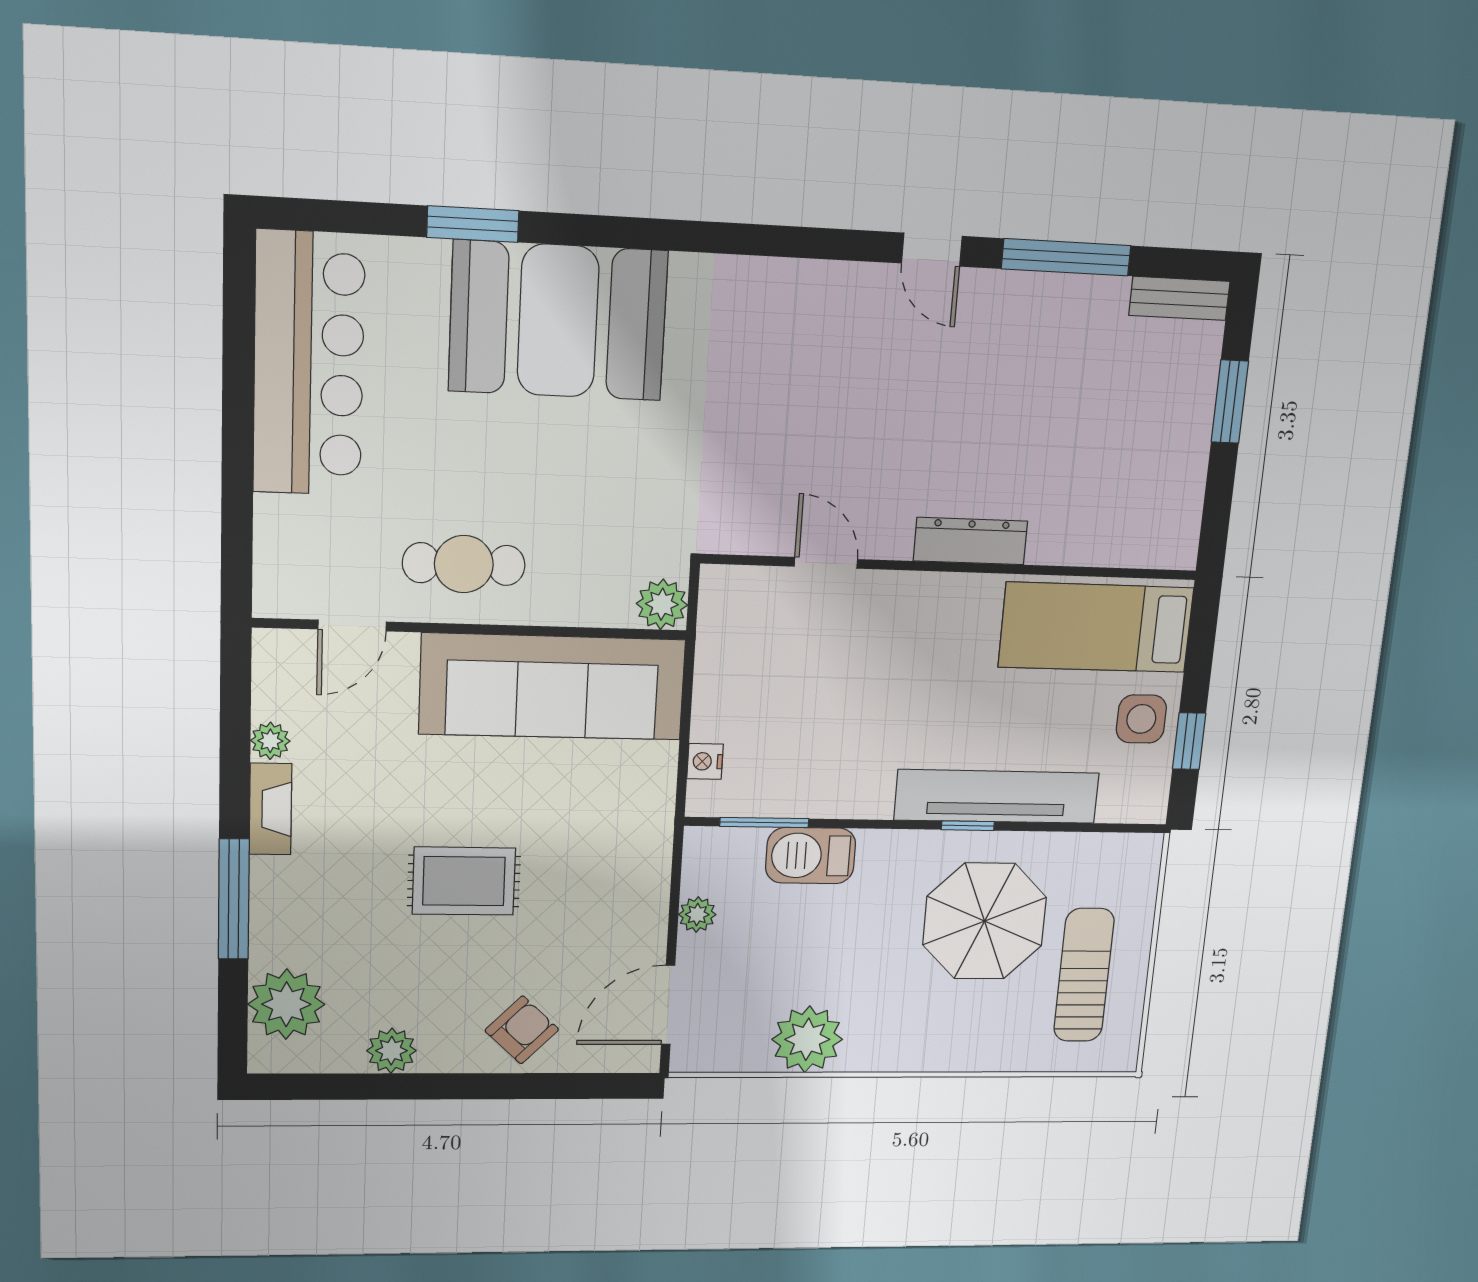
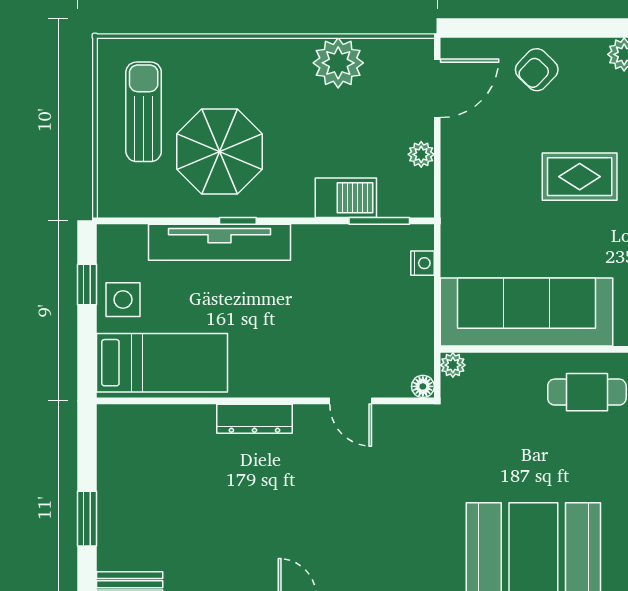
floor lamp: (716, 581) -> (423, 386), added
plant: (662, 604) -> (453, 365), width x0.73, depth x0.73
sun lounger: (1084, 975) -> (144, 112), turned 180

